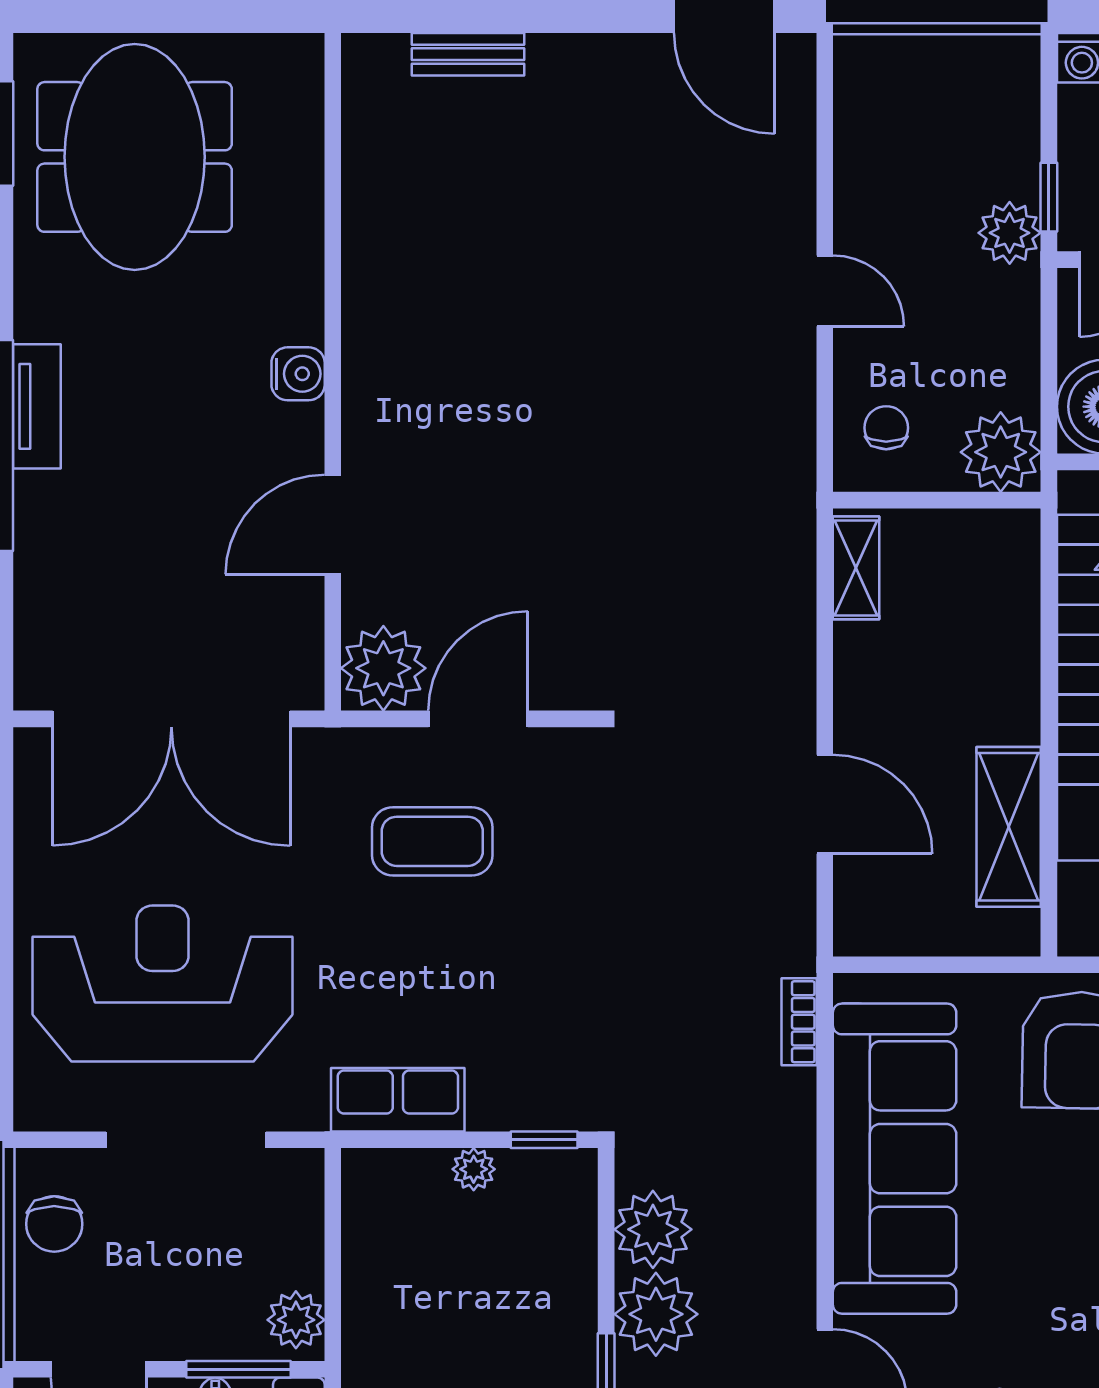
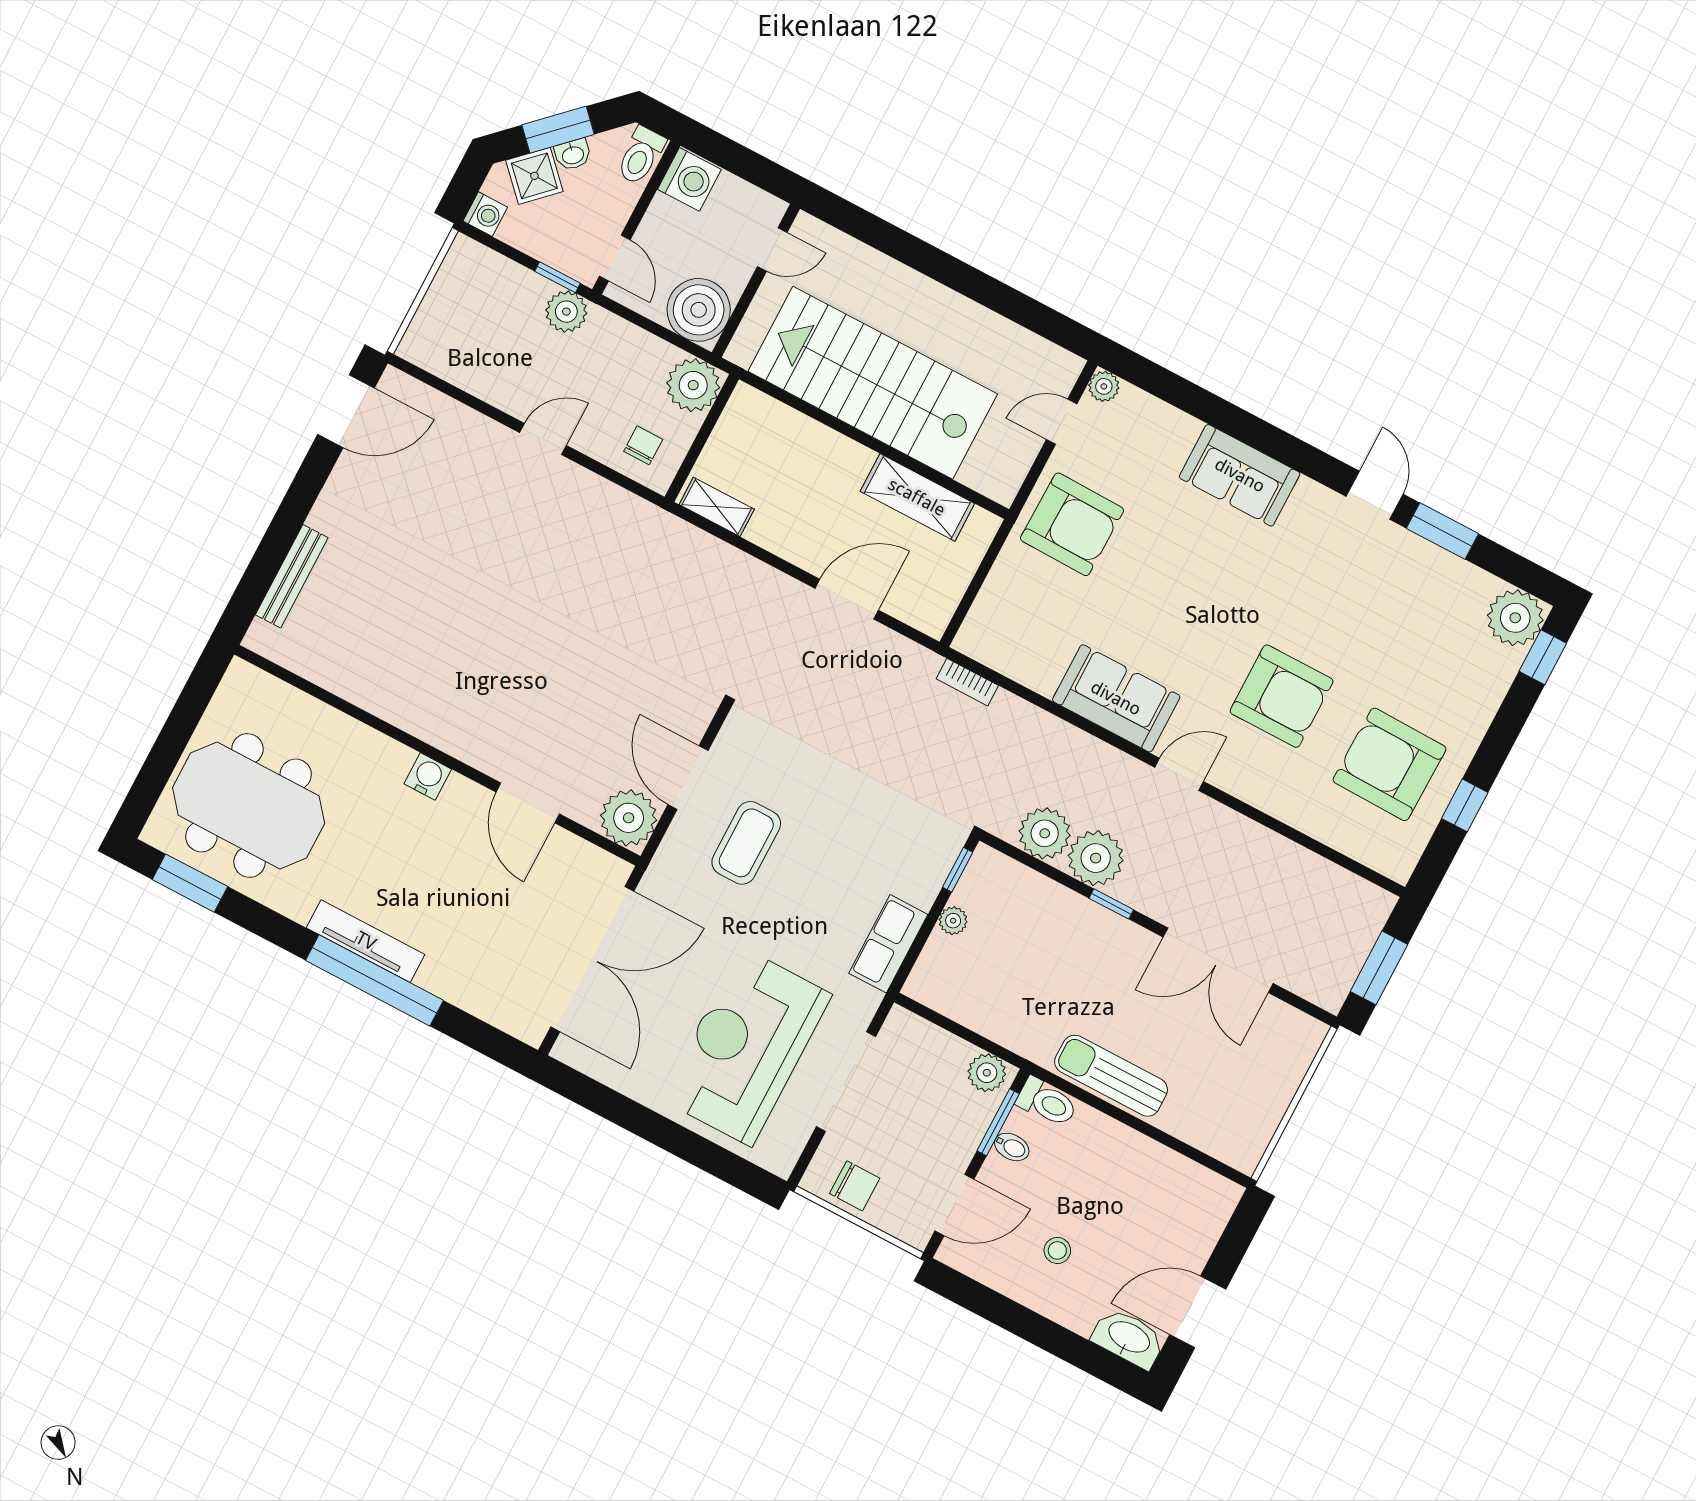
bench: (468, 54) -> (292, 576), width x1.36
tv unit: (37, 406) -> (366, 941), width x1.41
chair: (886, 428) -> (643, 445), turned 90
sofa: (895, 1159) -> (1116, 698), width x0.54, depth x0.79

